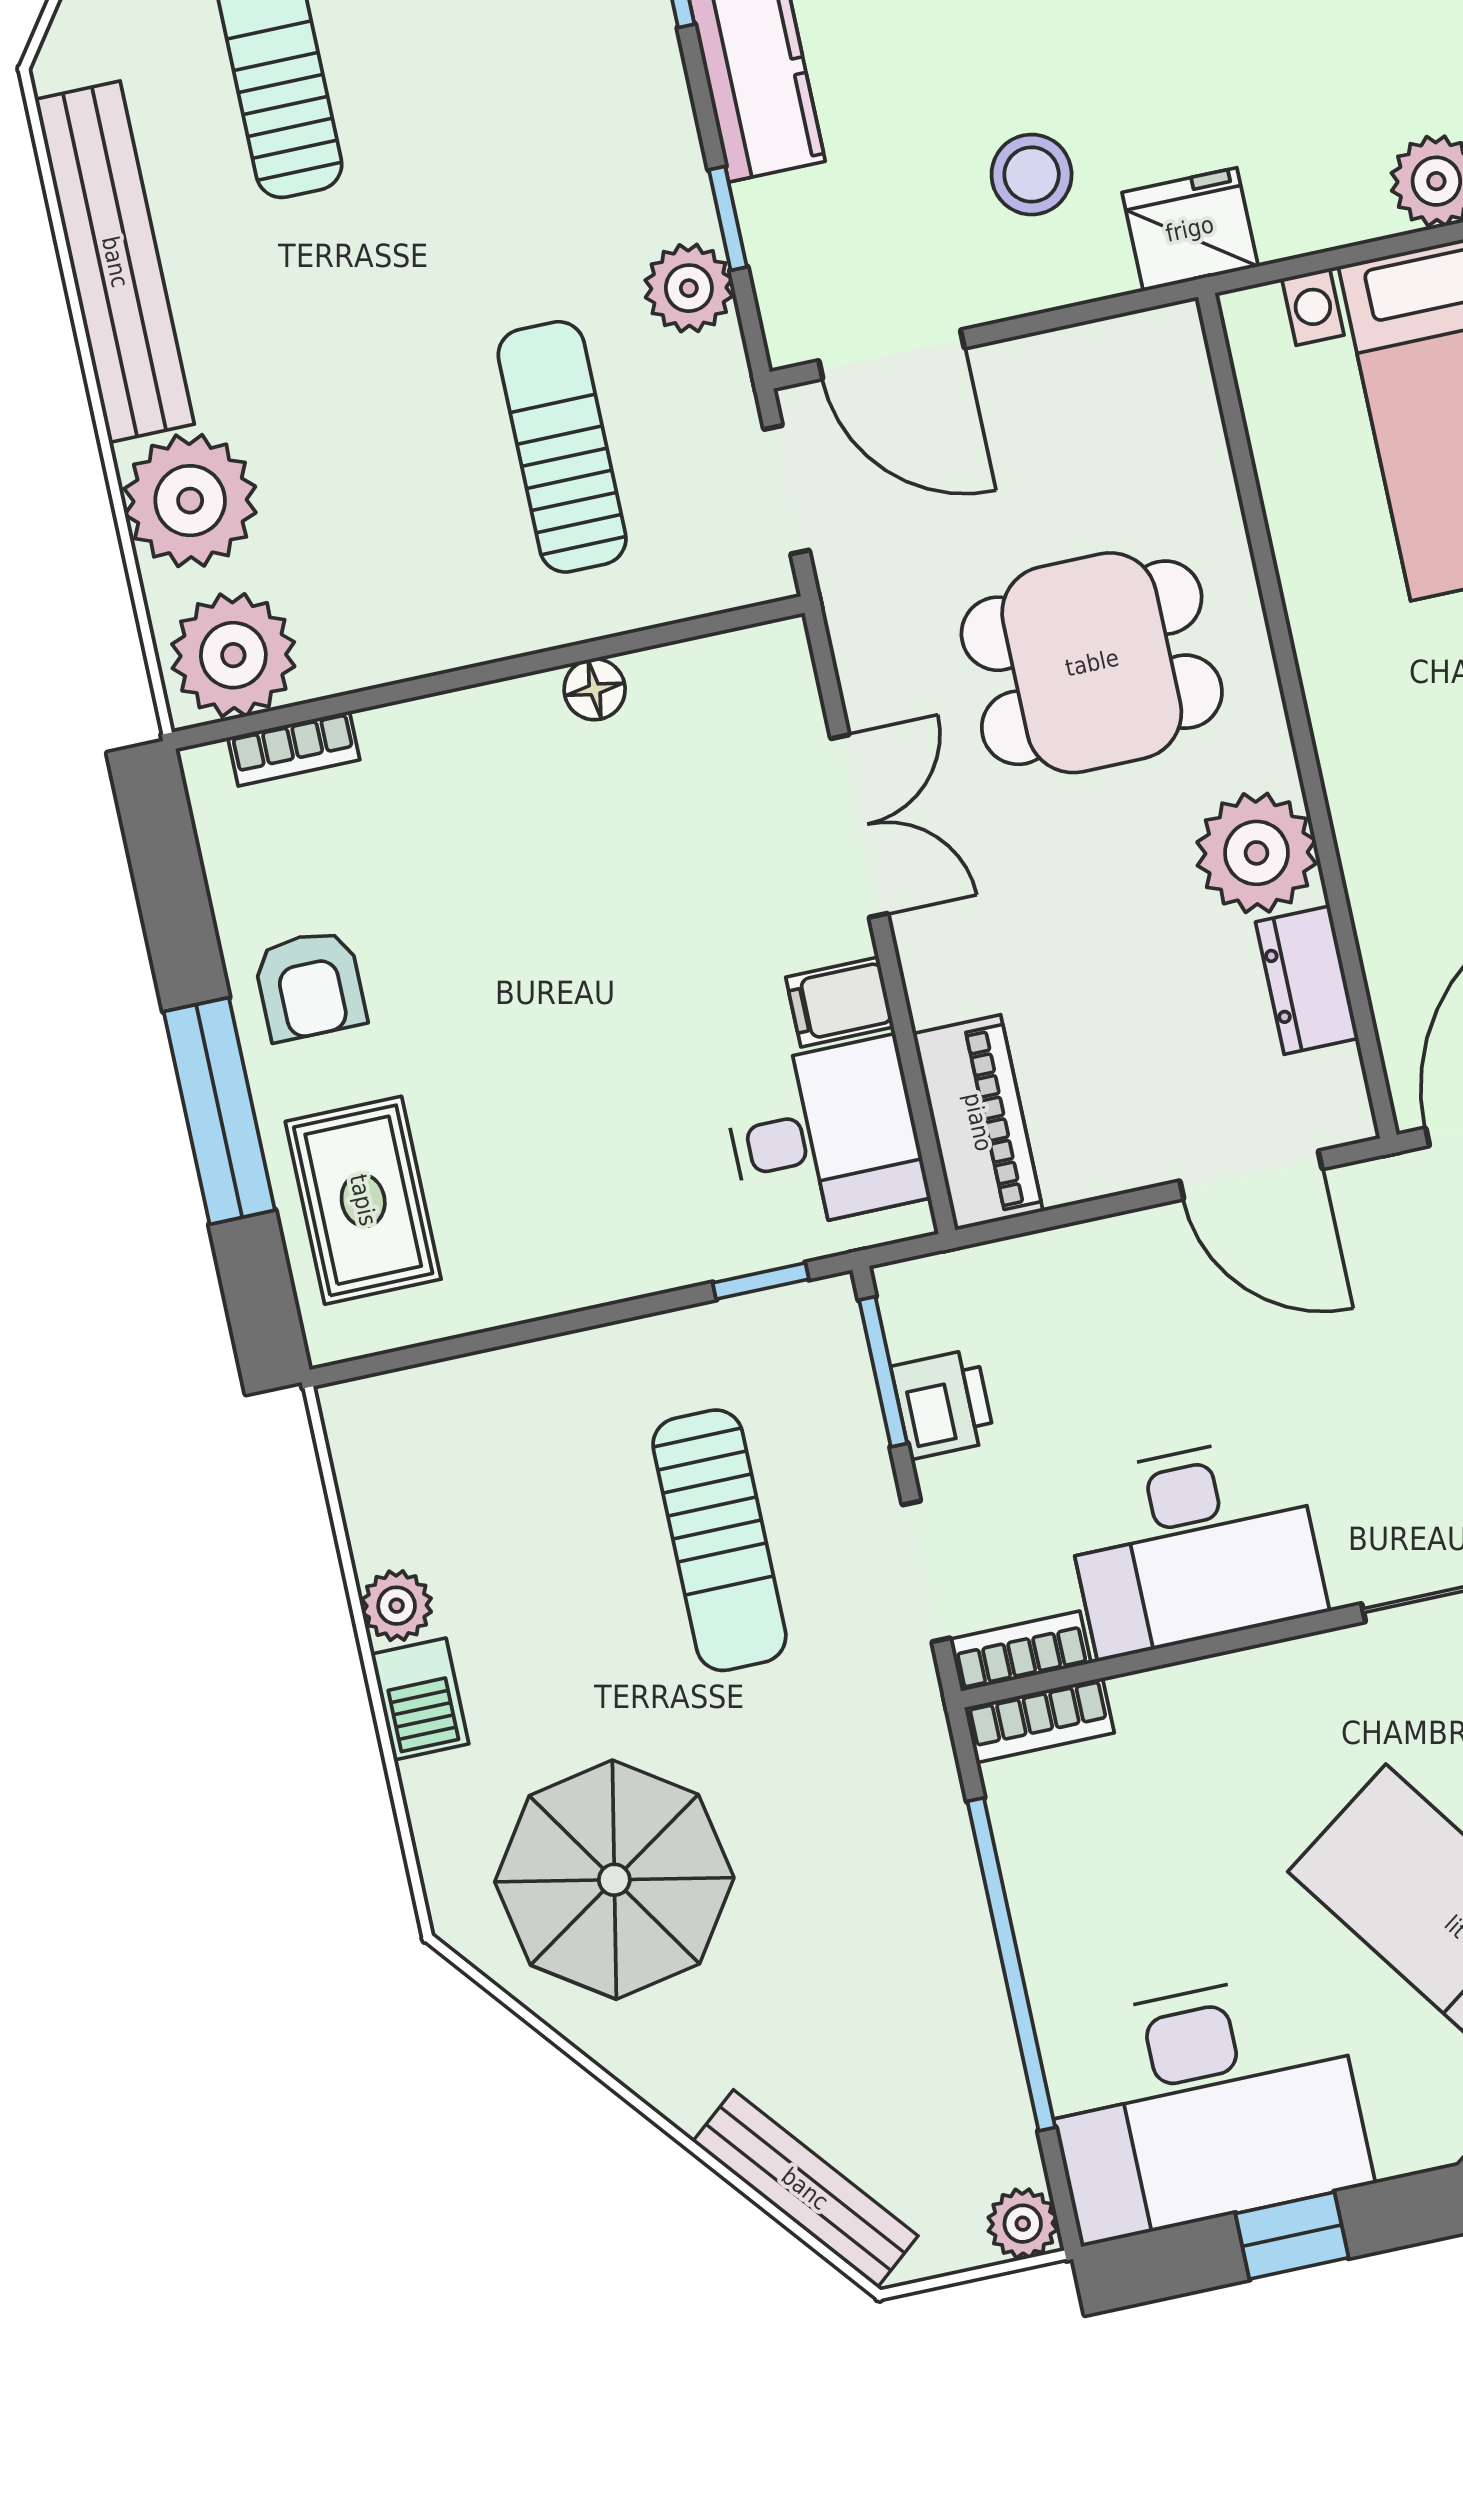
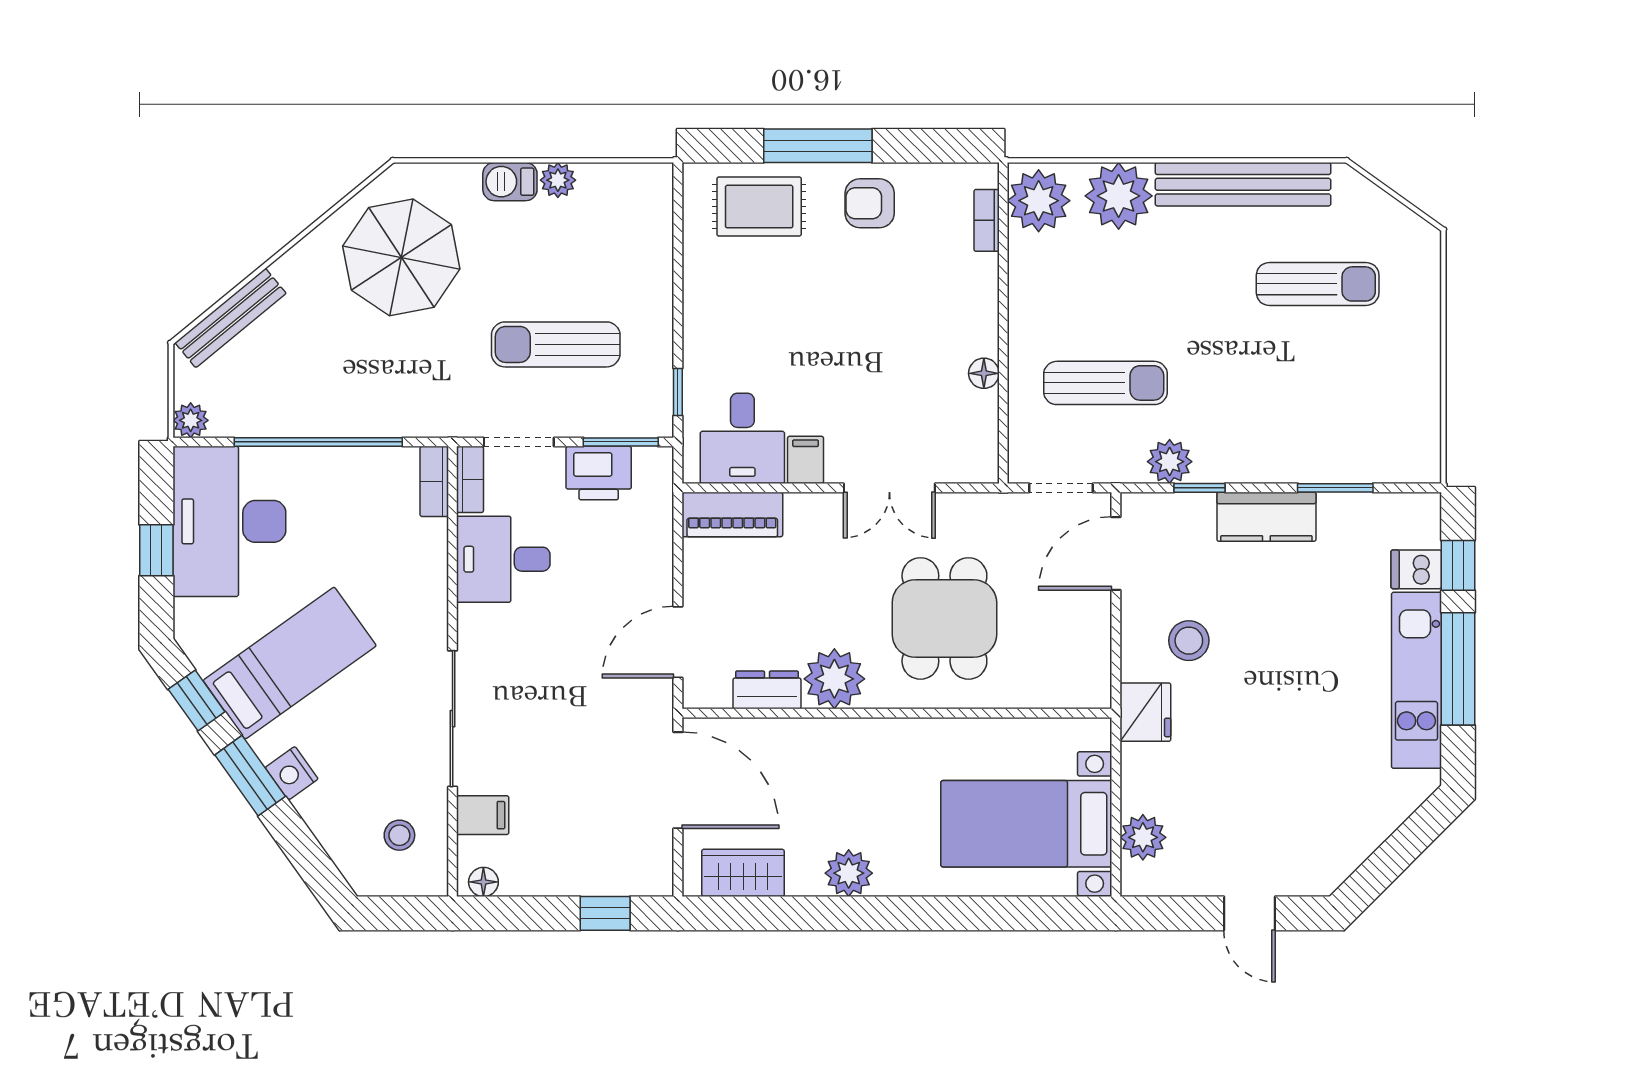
printer: (943, 1404) -> (599, 473), width x1.36, depth x1.24
desk: (1194, 1545) -> (503, 559), width x0.73

